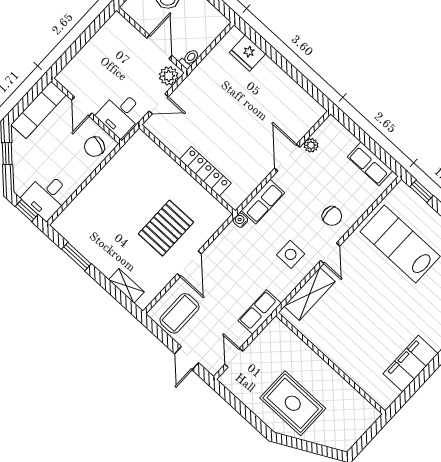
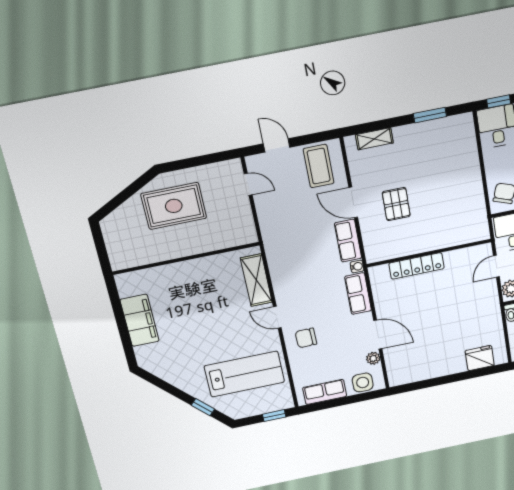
pallet: (166, 228) -> (396, 204), width x0.67, depth x0.71
side table: (291, 254) -> (363, 382), moved
row of seats: (260, 312) -> (348, 241), moved, turned 180

